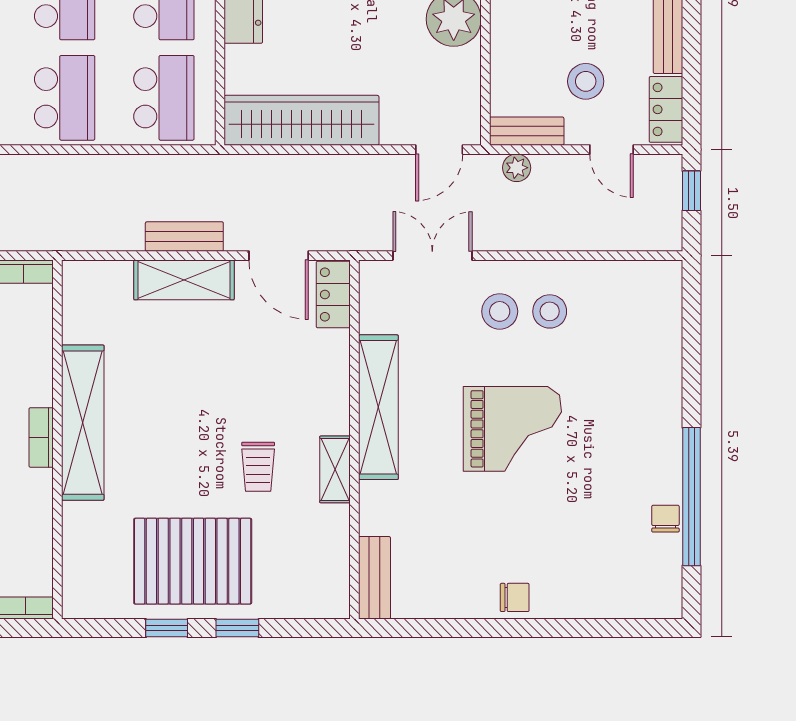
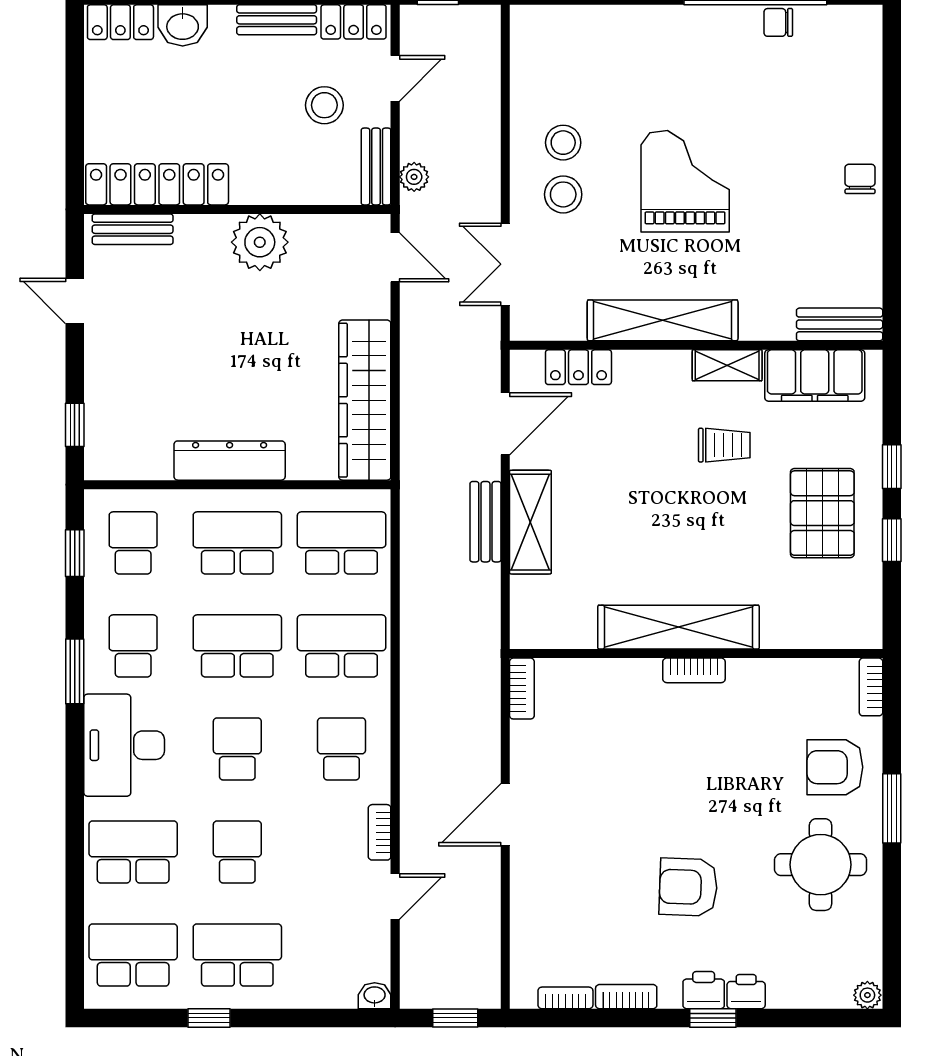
locker: (333, 295) -> (578, 367), moved
filing cabinet: (325, 554) -> (815, 375), added
pallet: (193, 561) -> (822, 513), width x0.73, depth x0.71

